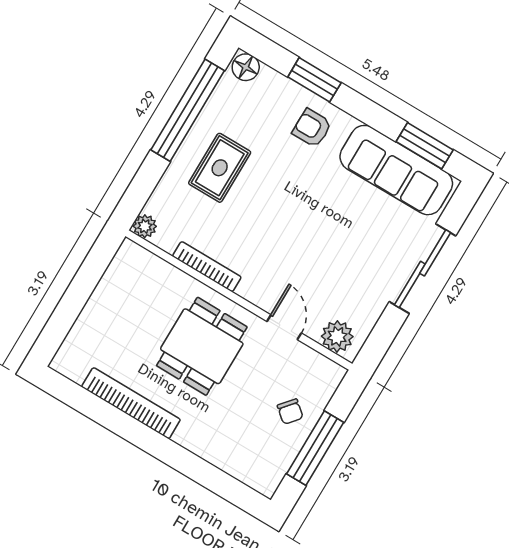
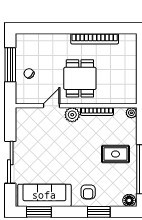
armchair: (312, 128) -> (88, 192), turned 90
rug: (220, 168) -> (115, 154), turned 90
door: (284, 327) -> (52, 106), swing flipped
plant: (337, 336) -> (72, 115), moved

